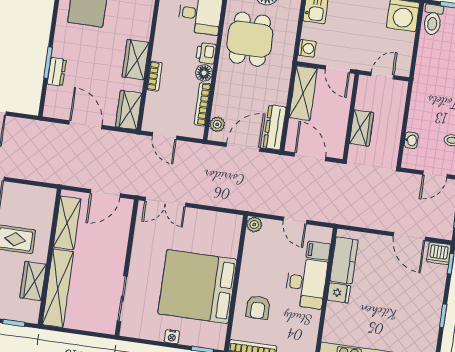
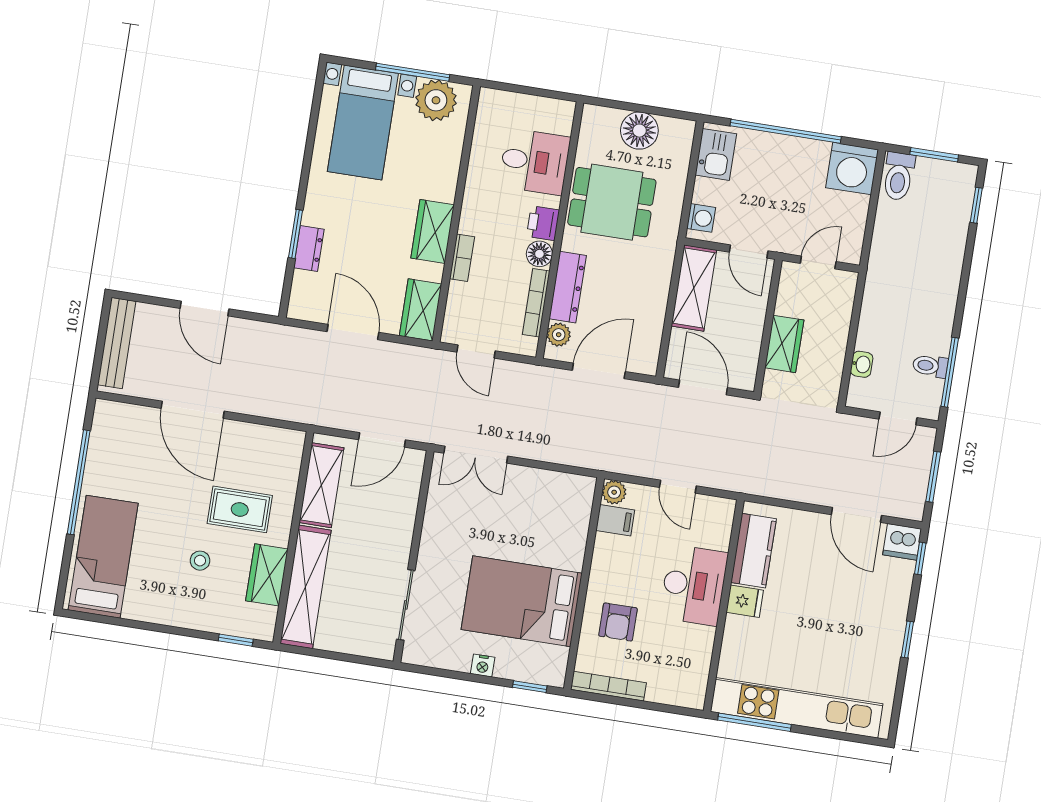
dining table: (250, 39) -> (612, 202), turned 90
dresser: (275, 127) -> (568, 287), moved, turned 180
filing cabinet: (318, 251) -> (615, 520), moved, turned 180
bed: (197, 287) -> (522, 601), width x0.73

